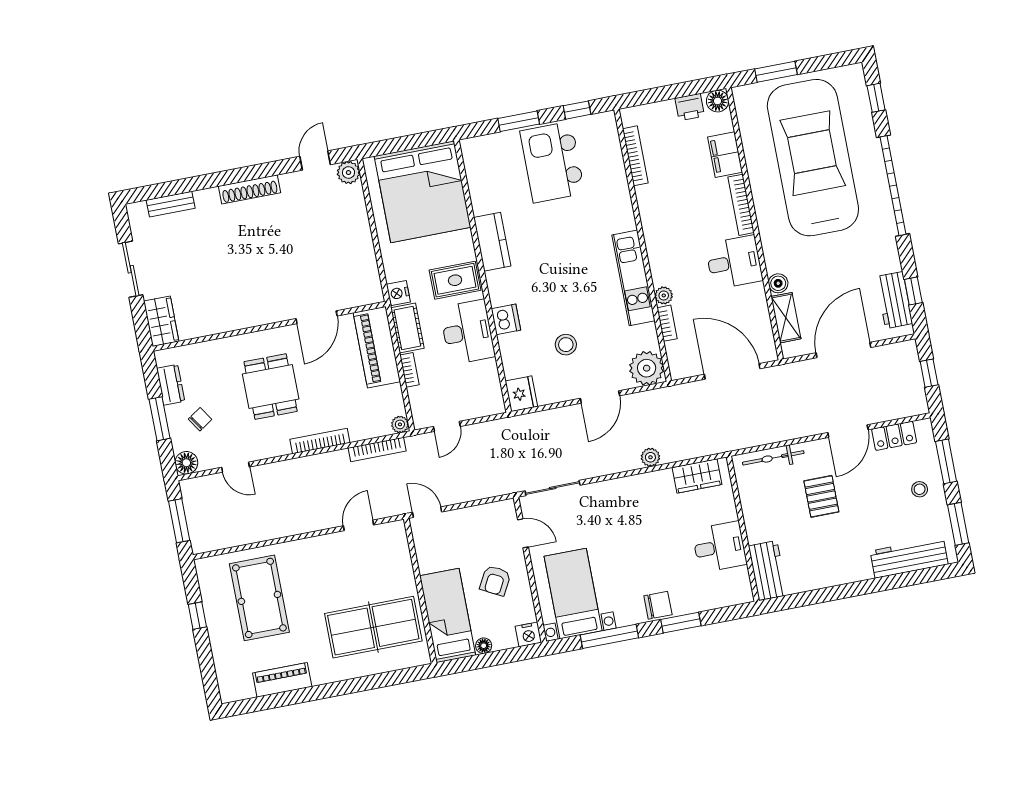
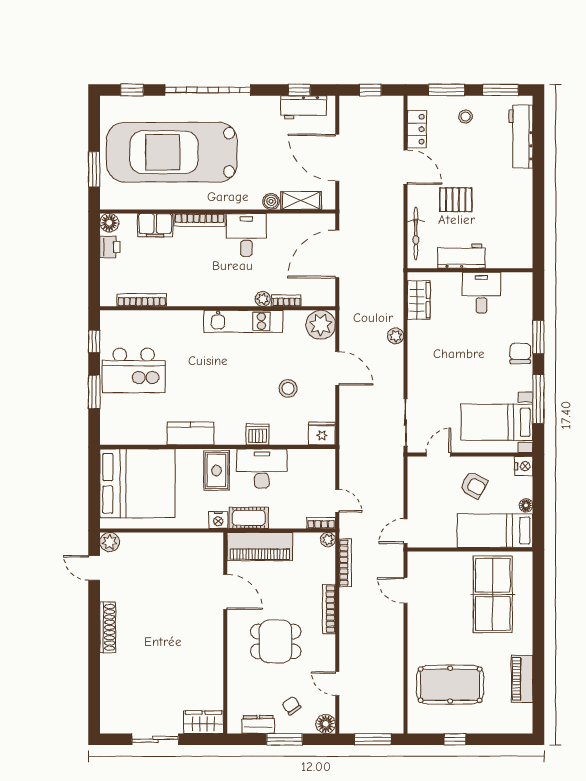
bench: (171, 204) -> (107, 695), removed
bookcase: (409, 370) -> (321, 523), moved
door: (236, 467) -> (337, 684), swing flipped
workbench: (768, 571) -> (461, 256), moved

